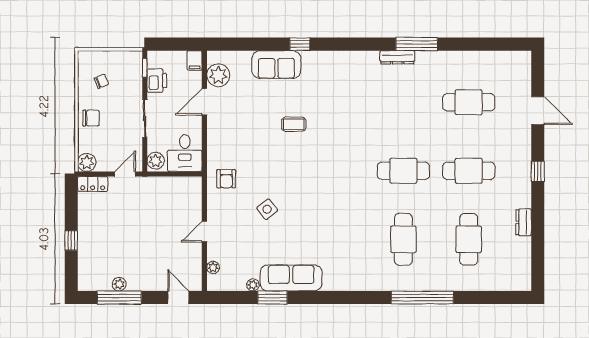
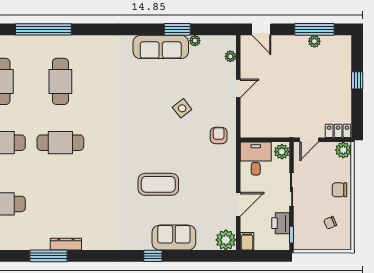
plant: (218, 75) -> (226, 240), moved
coffee table: (294, 124) -> (158, 184), width x1.86, depth x1.72

